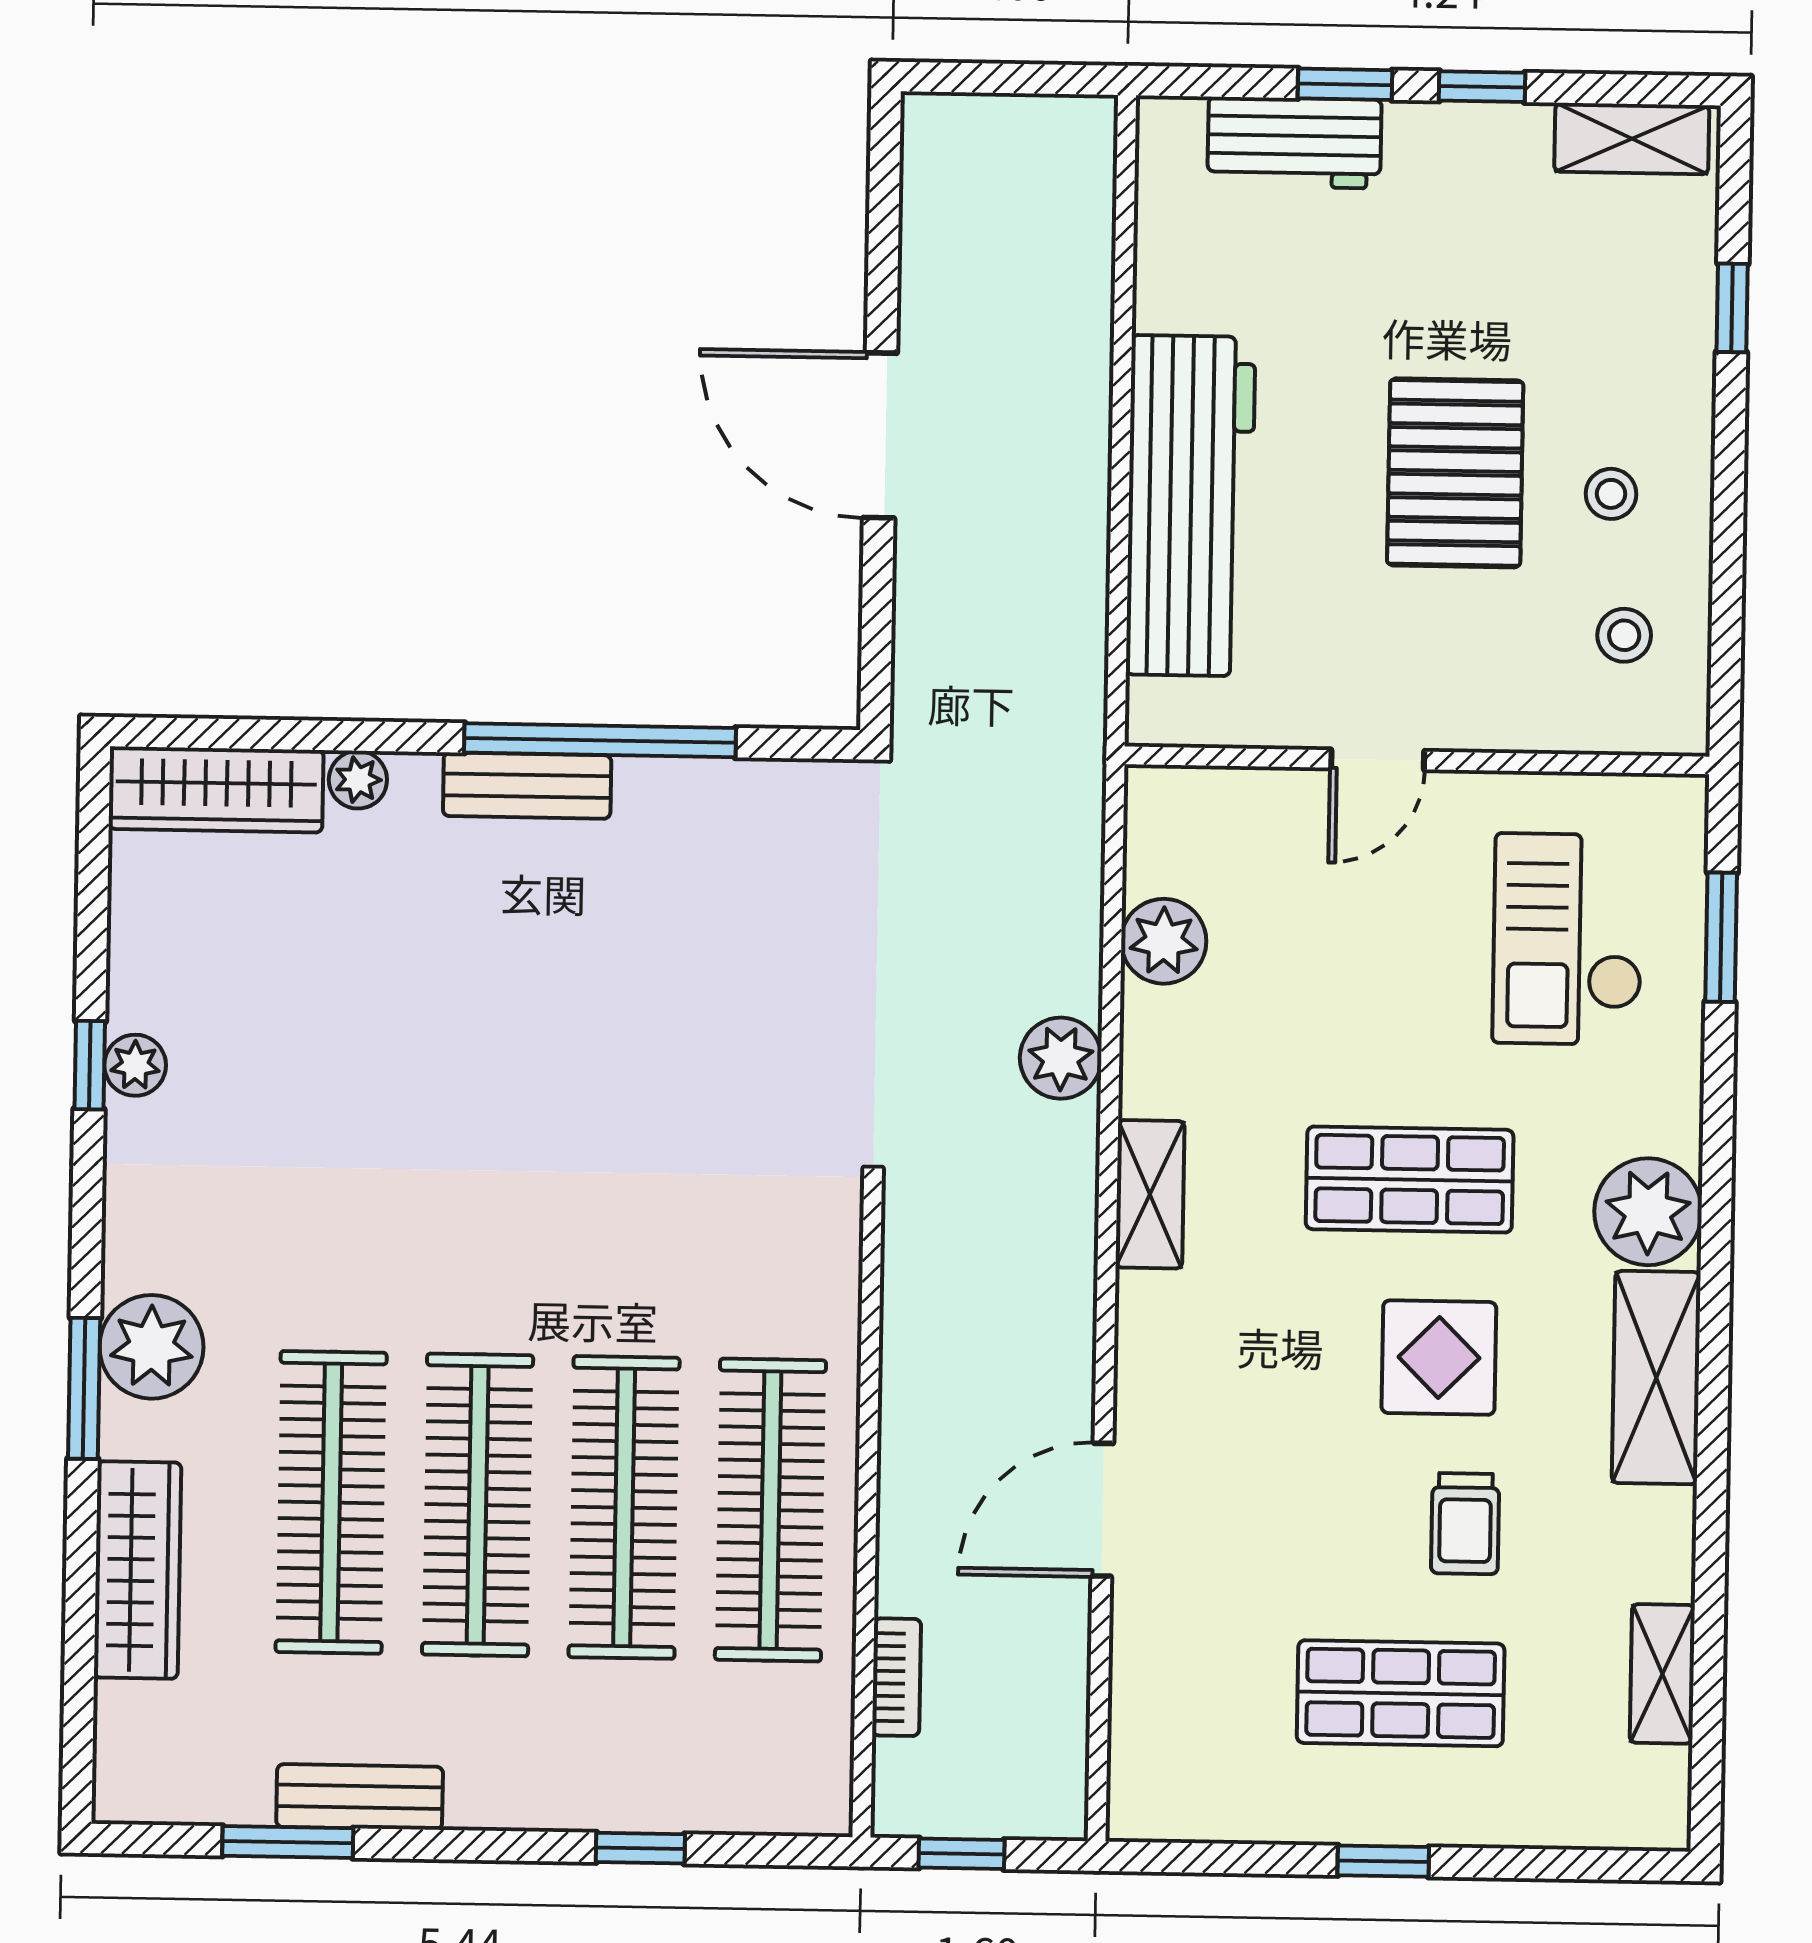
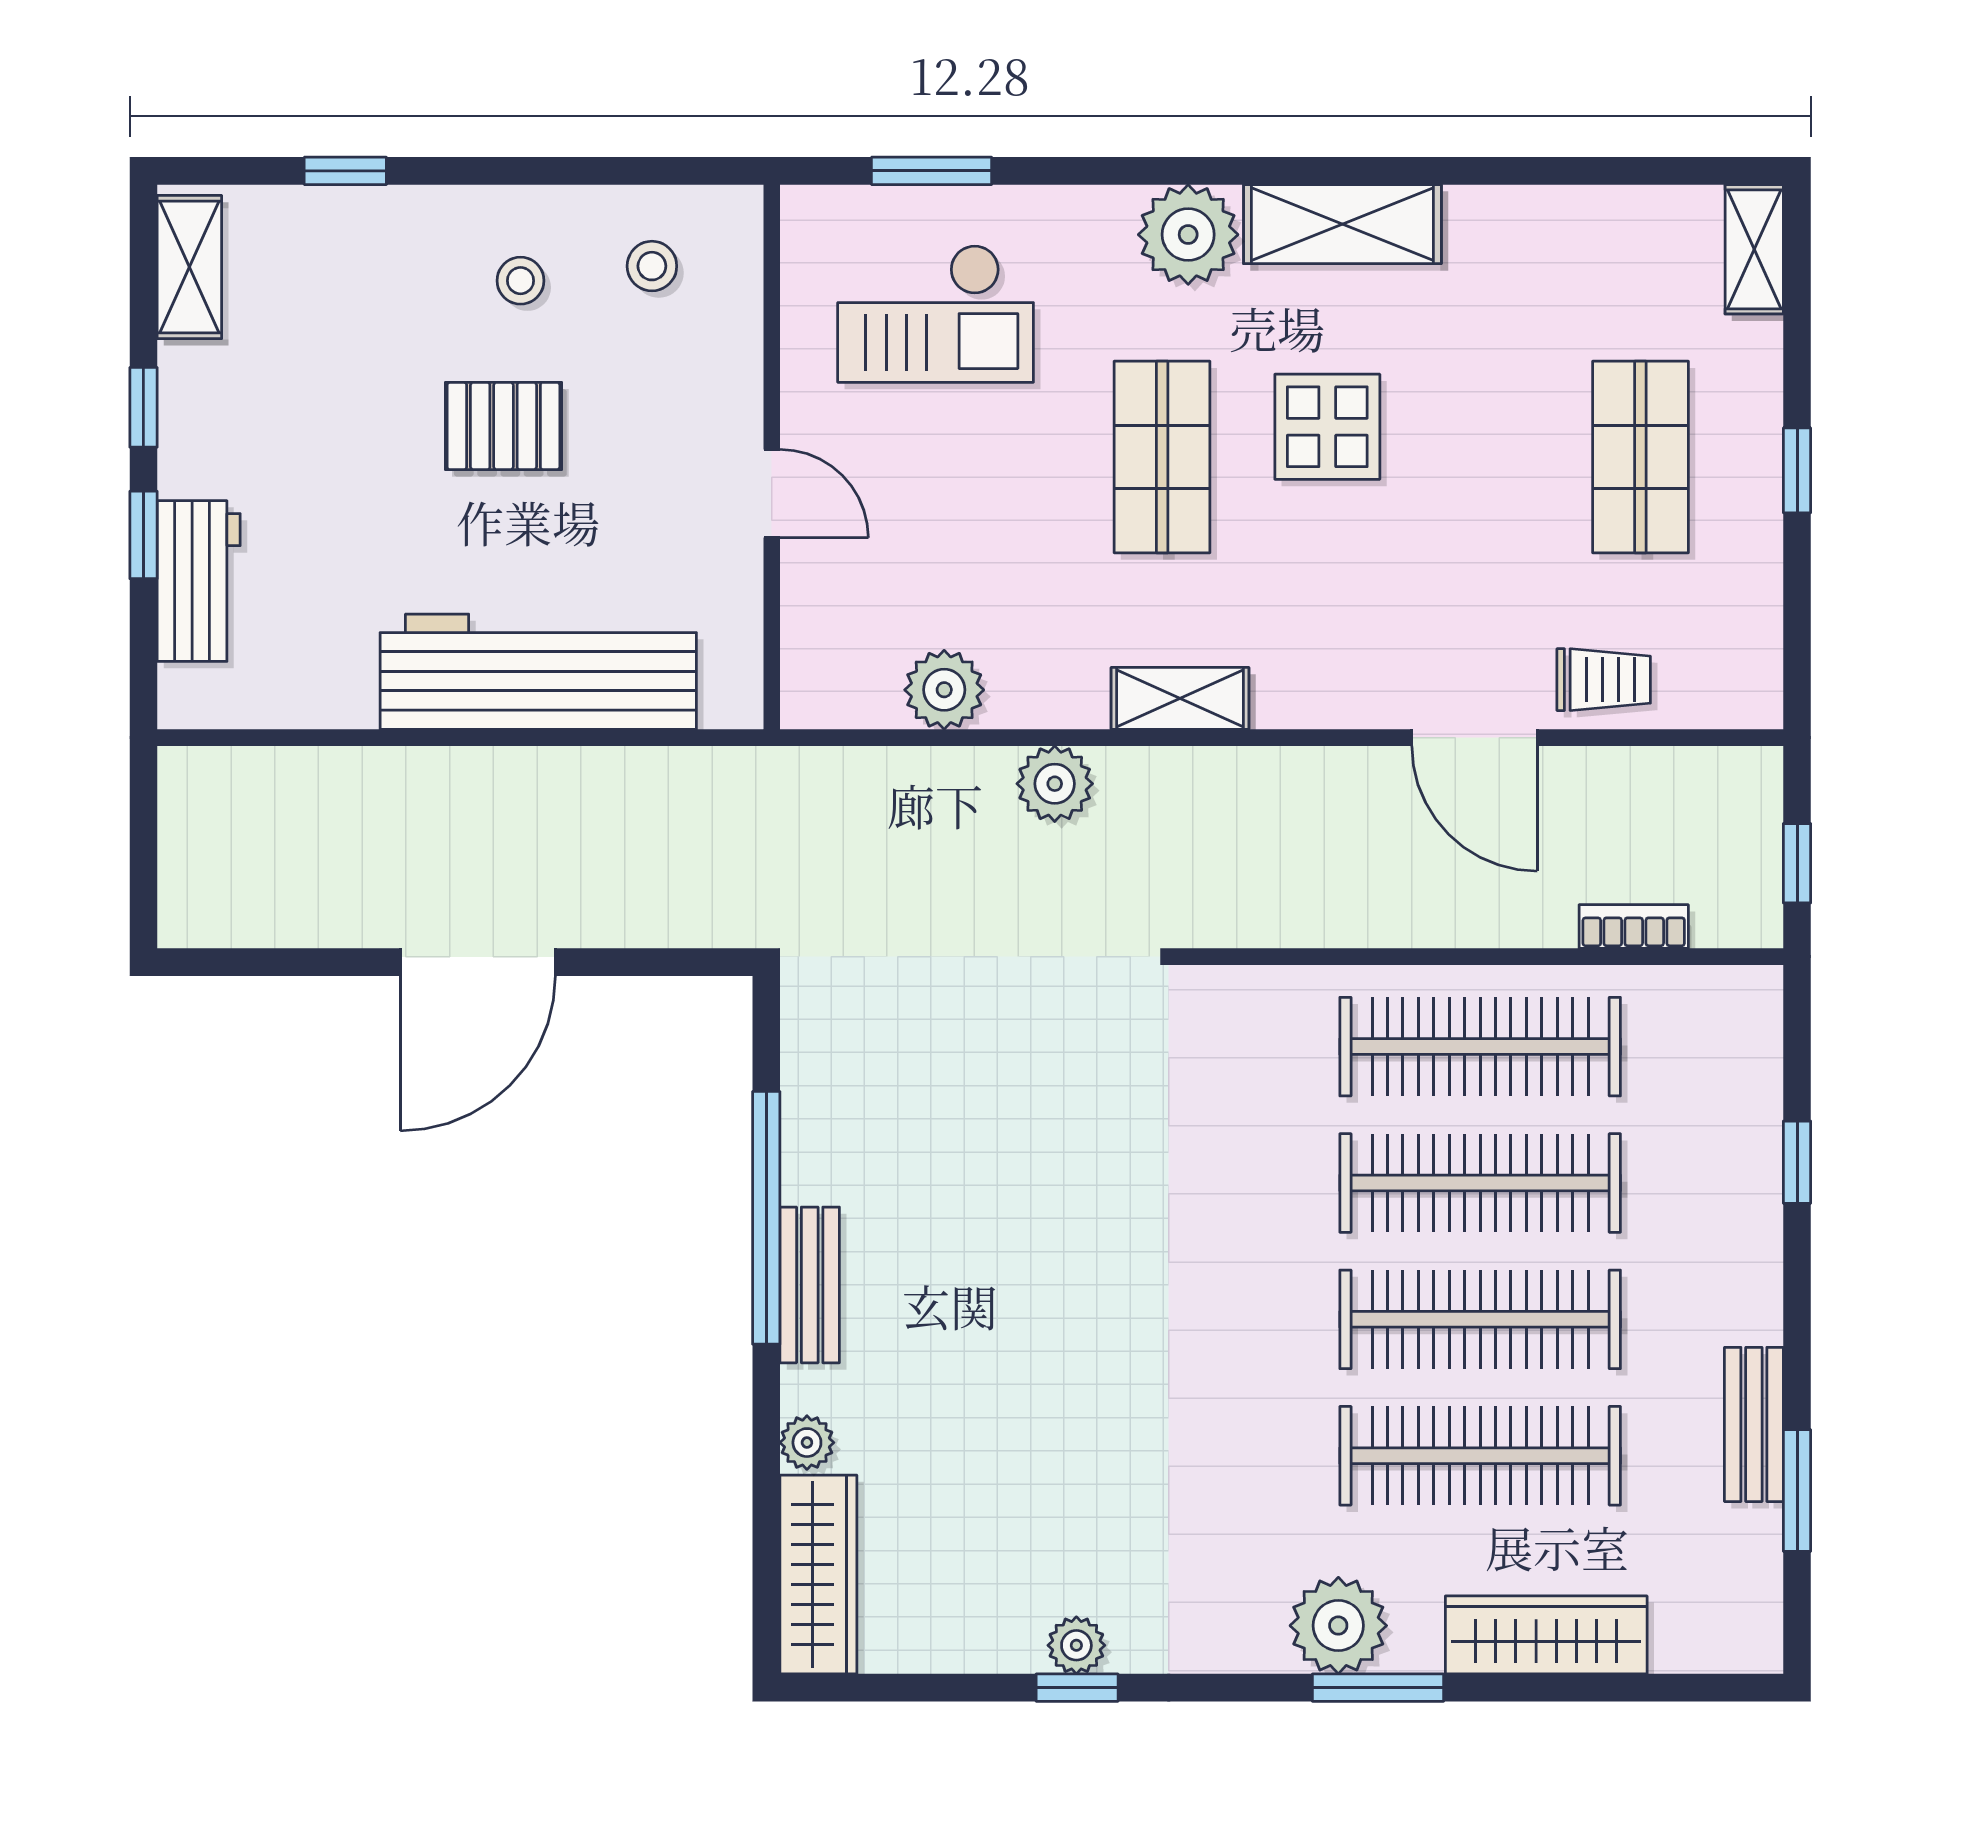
pallet: (1455, 473) -> (503, 426), width x0.67, depth x0.71
trolley: (1465, 1524) -> (1604, 680), moved
shelving: (1662, 1674) -> (1754, 249), moved, turned 90

